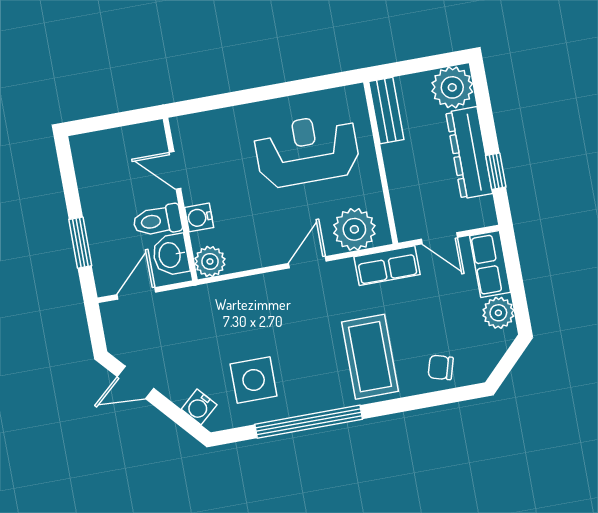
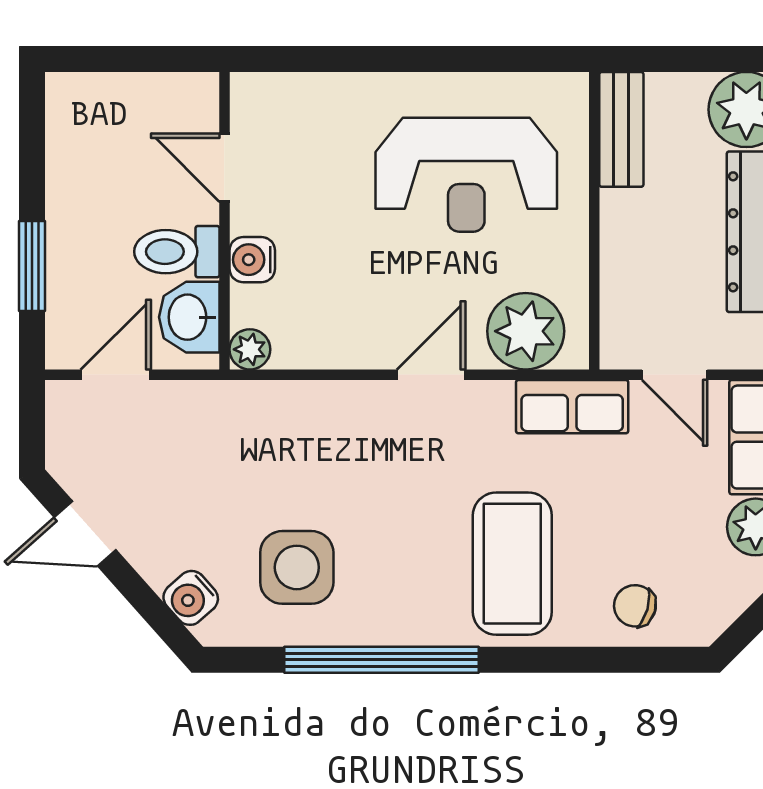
reception desk: (307, 150) -> (466, 175), turned 180
plant: (210, 262) -> (250, 349), width x0.73, depth x0.73

